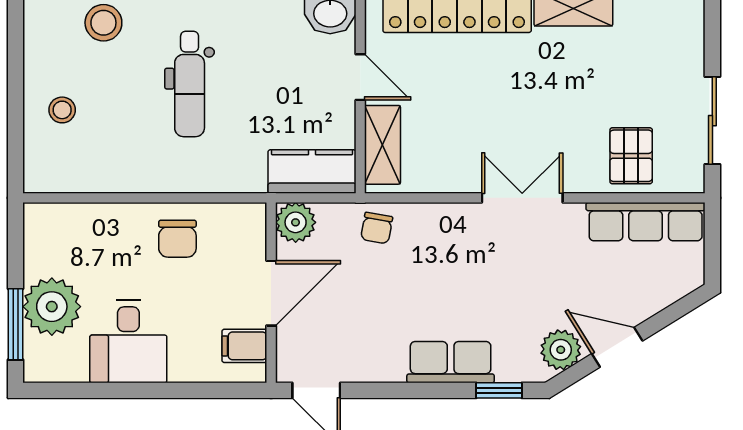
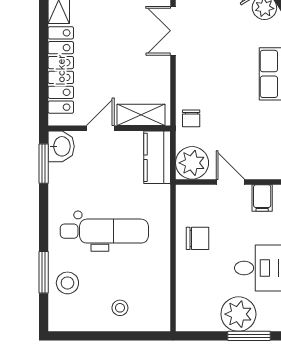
dental chair: (190, 84) -> (104, 231), width x1.36, depth x1.38
plant: (296, 222) -> (192, 163), width x1.36, depth x1.36
chair: (377, 228) -> (191, 118), turned 80
door: (271, 293) -> (230, 182), width x0.73

